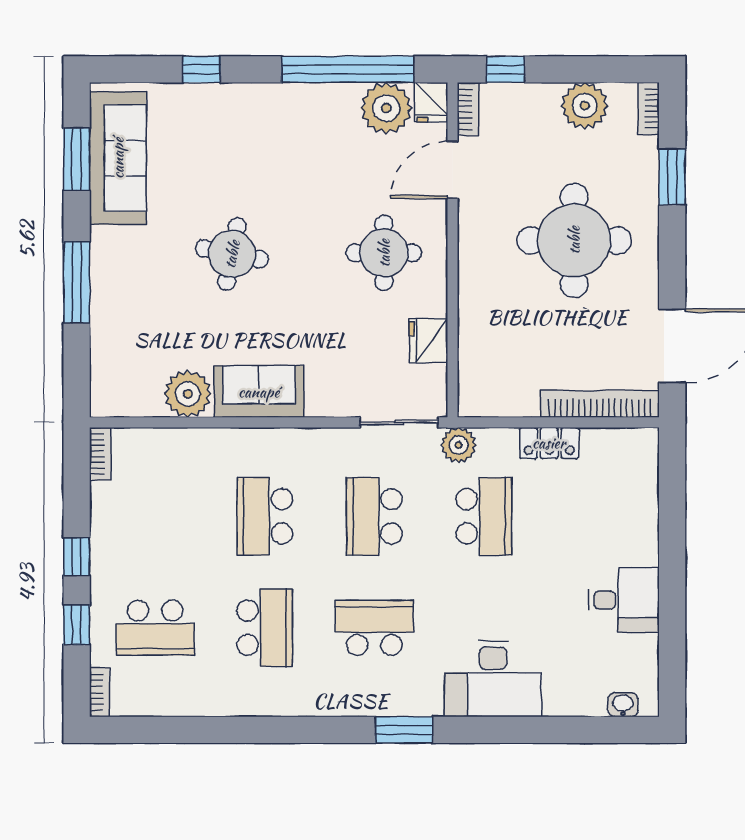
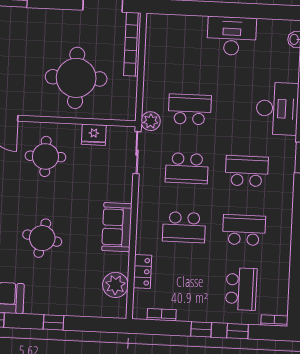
round table: (574, 240) -> (76, 78), moved
window: (77, 282) -> (54, 322), width x0.46
plant: (188, 394) -> (115, 285), moved
locker: (549, 443) -> (142, 272), moved
bookcase: (100, 454) -> (162, 315), moved
desk: (624, 600) -> (232, 36), width x1.37
school desk: (374, 628) -> (247, 171), turned 90

